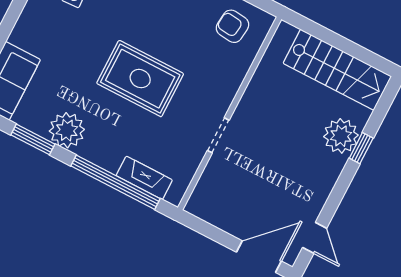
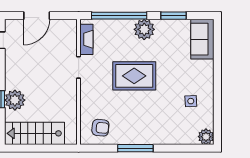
plant: (67, 130) -> (144, 29), moved
fireplace: (144, 178) -> (86, 39), moved, turned -90
door: (259, 257) -> (37, 16), moved

